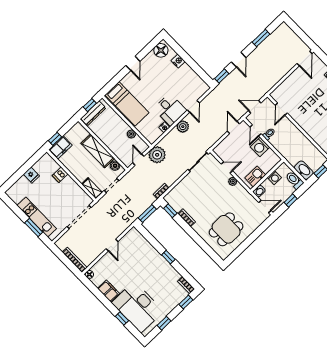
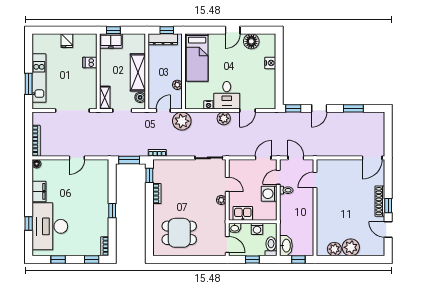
floor lamp: (161, 50) -> (251, 41), moved

